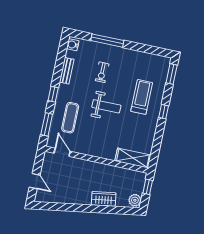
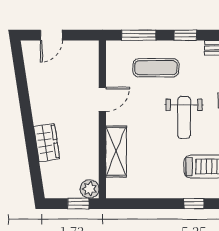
door: (62, 152) -> (102, 99), moved
shelving: (133, 158) -> (116, 151), moved
plant: (135, 200) -> (90, 189), moved

